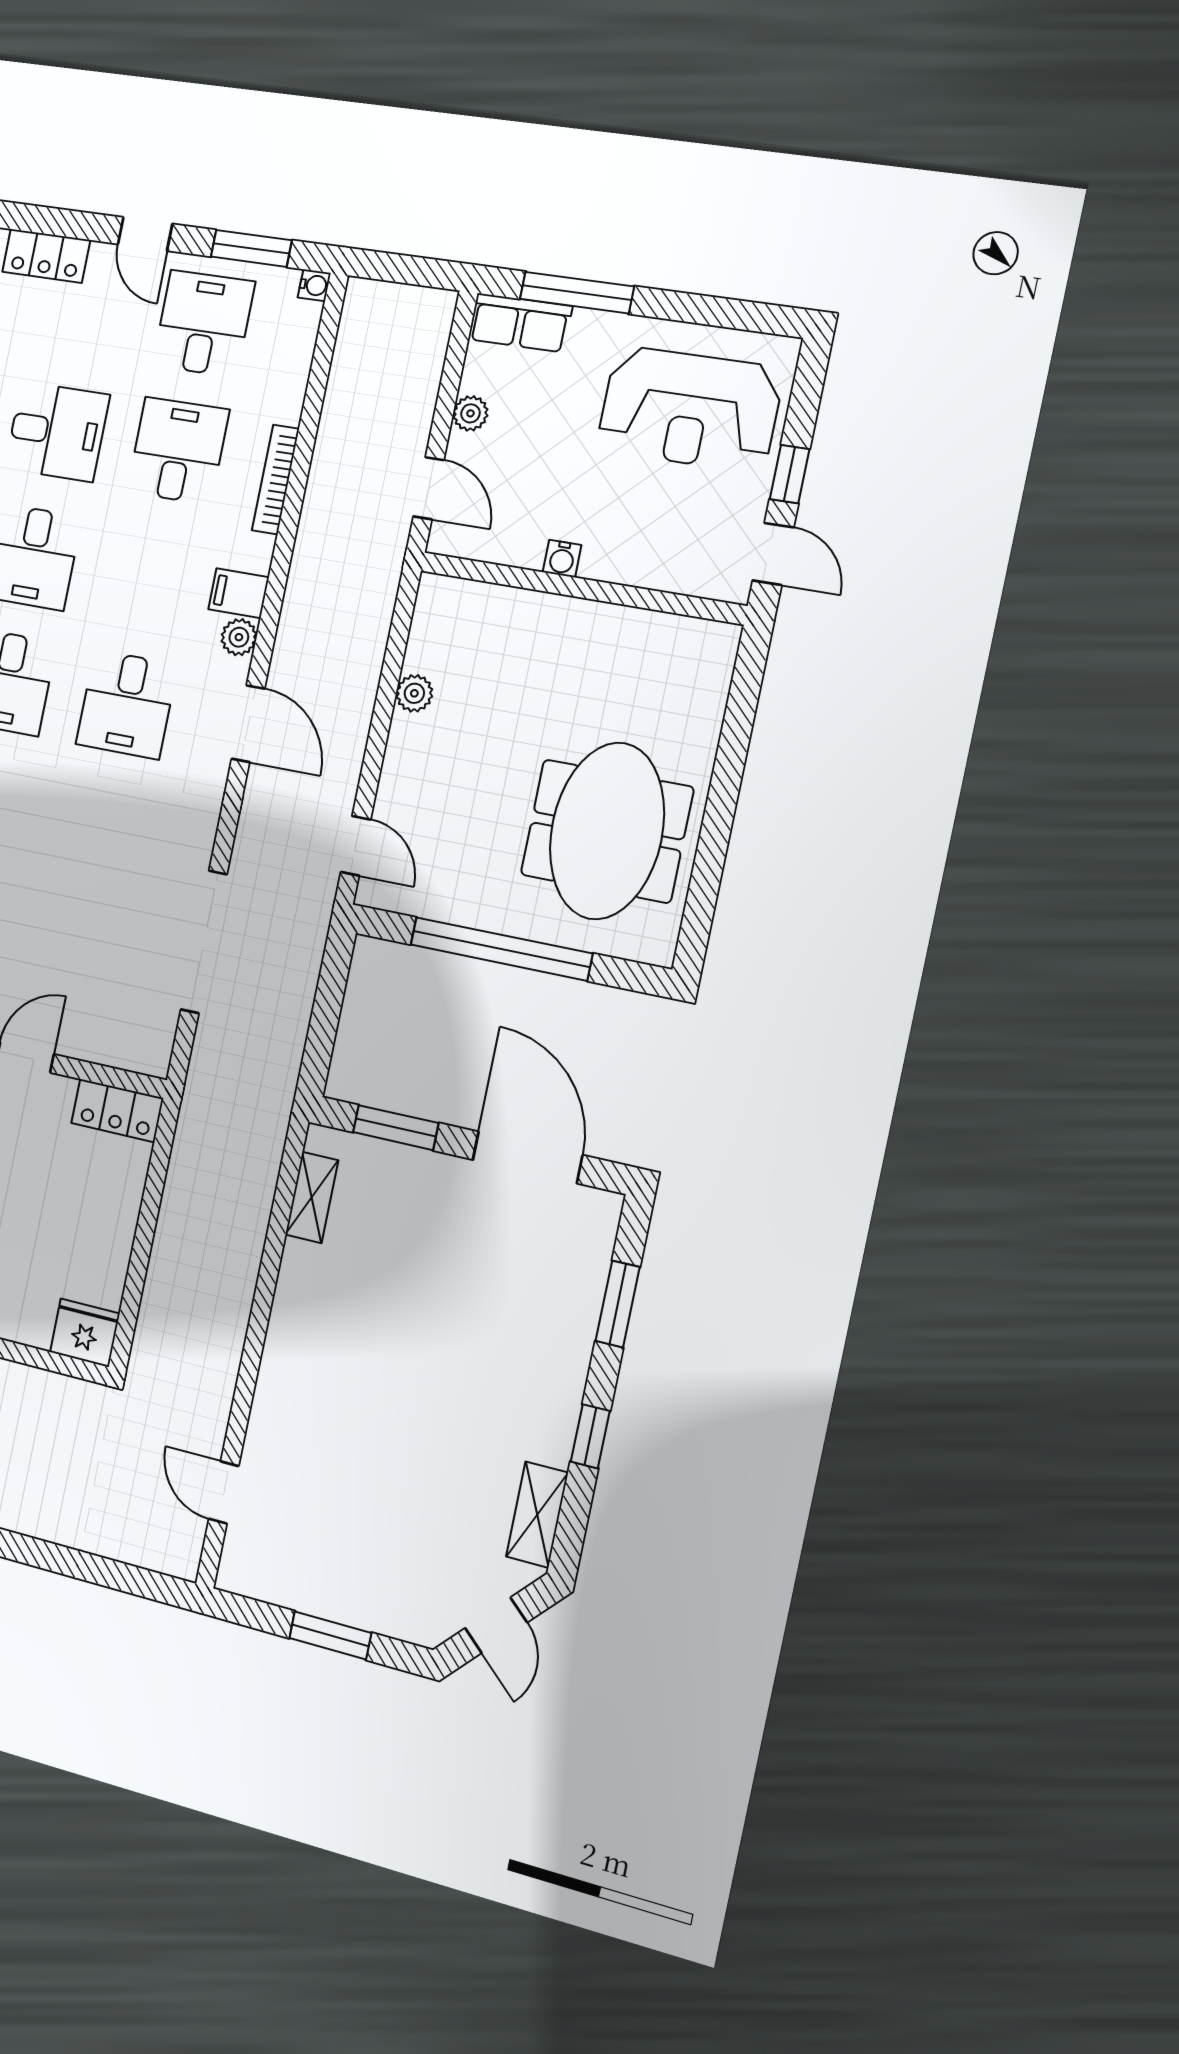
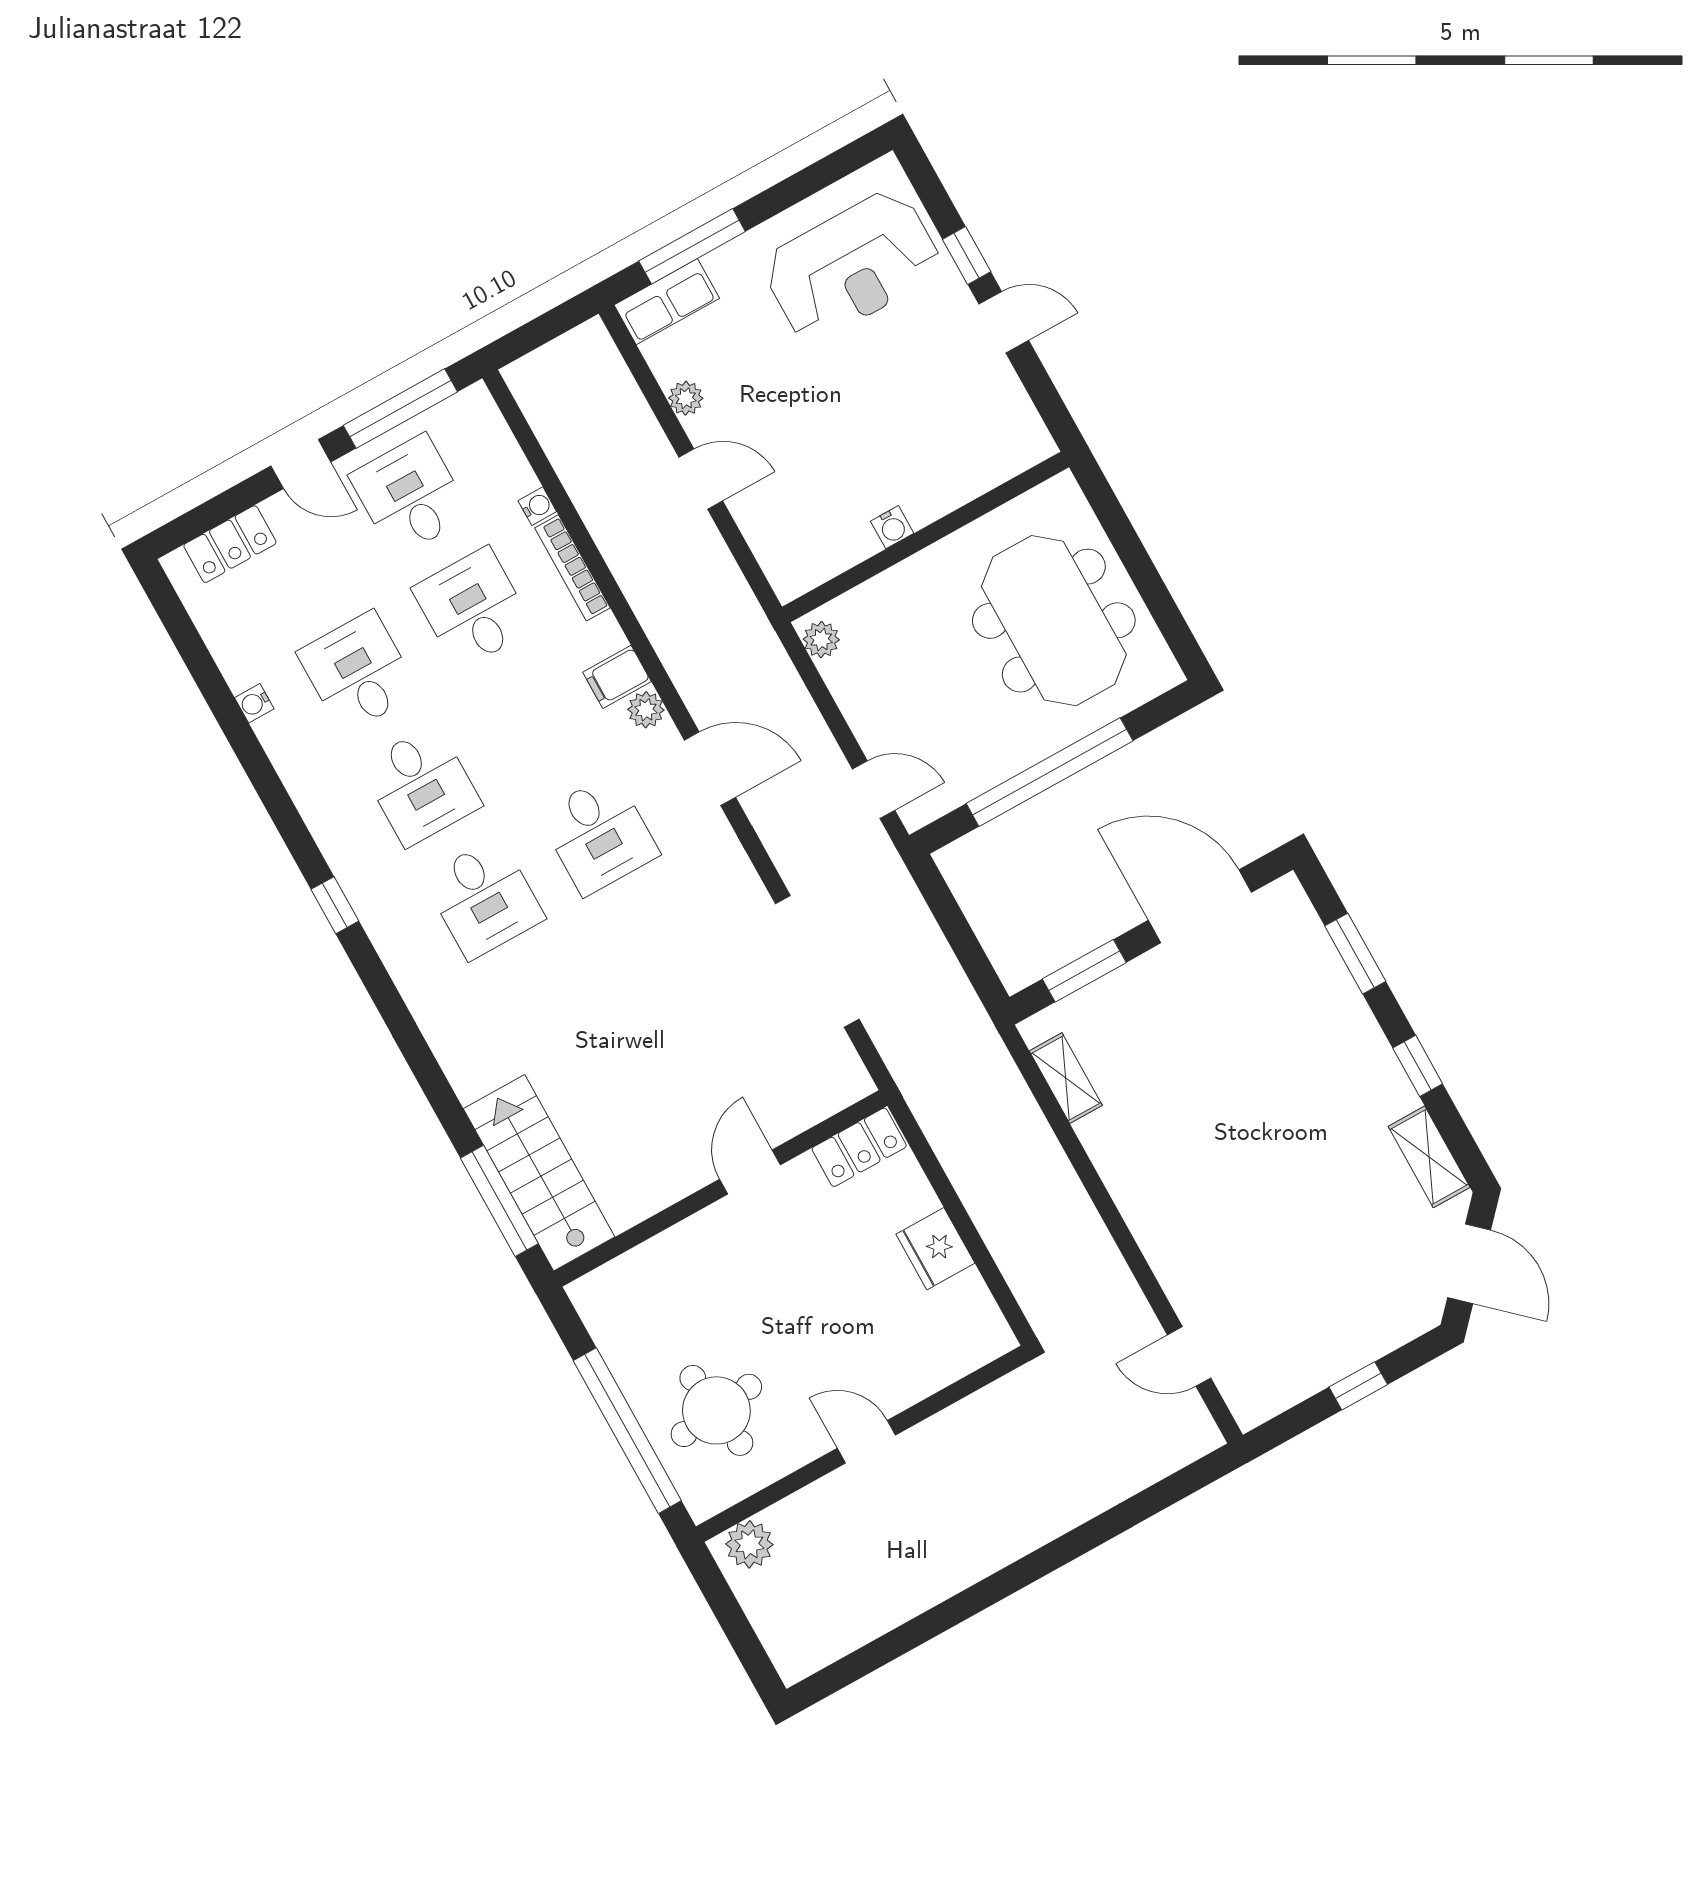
window: (251, 248) -> (400, 409), width x1.44
water cooler: (314, 285) -> (537, 506), moved
desk: (57, 432) -> (358, 672), turned -90
water cooler: (562, 559) -> (892, 527), moved
wall: (582, 588) -> (926, 537), moved
fridge: (85, 1333) -> (935, 1249), moved, turned -90
door: (496, 1625) -> (1469, 1264), width x1.38
window: (330, 1635) -> (1358, 1386), width x0.67

